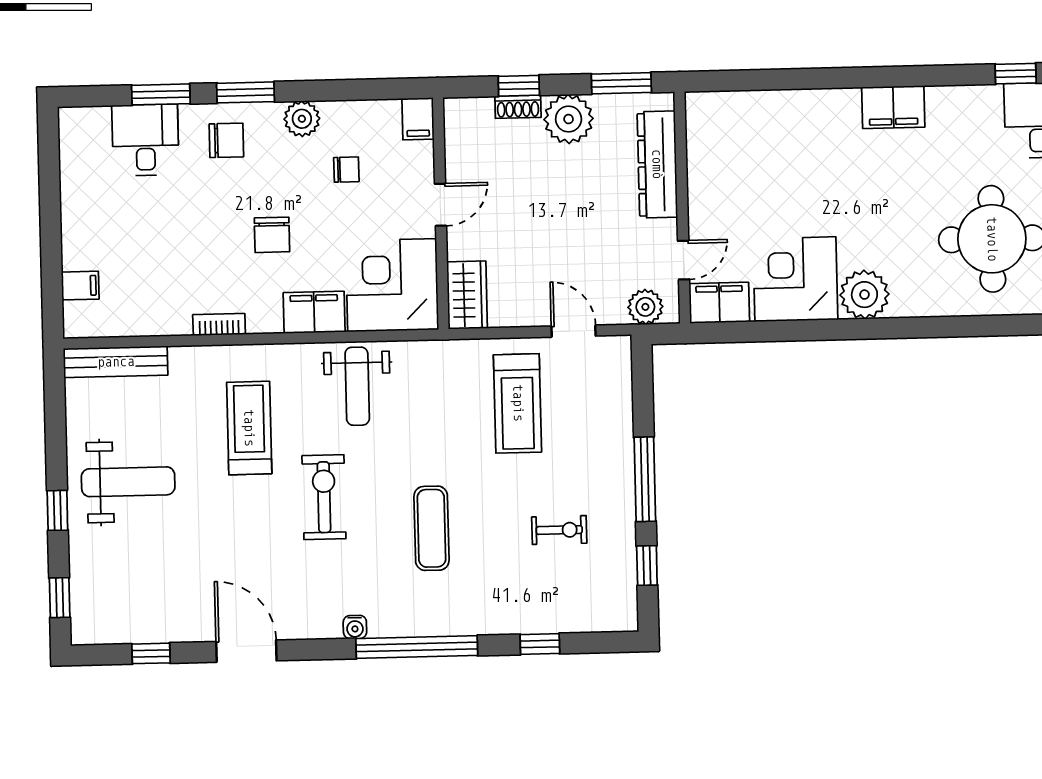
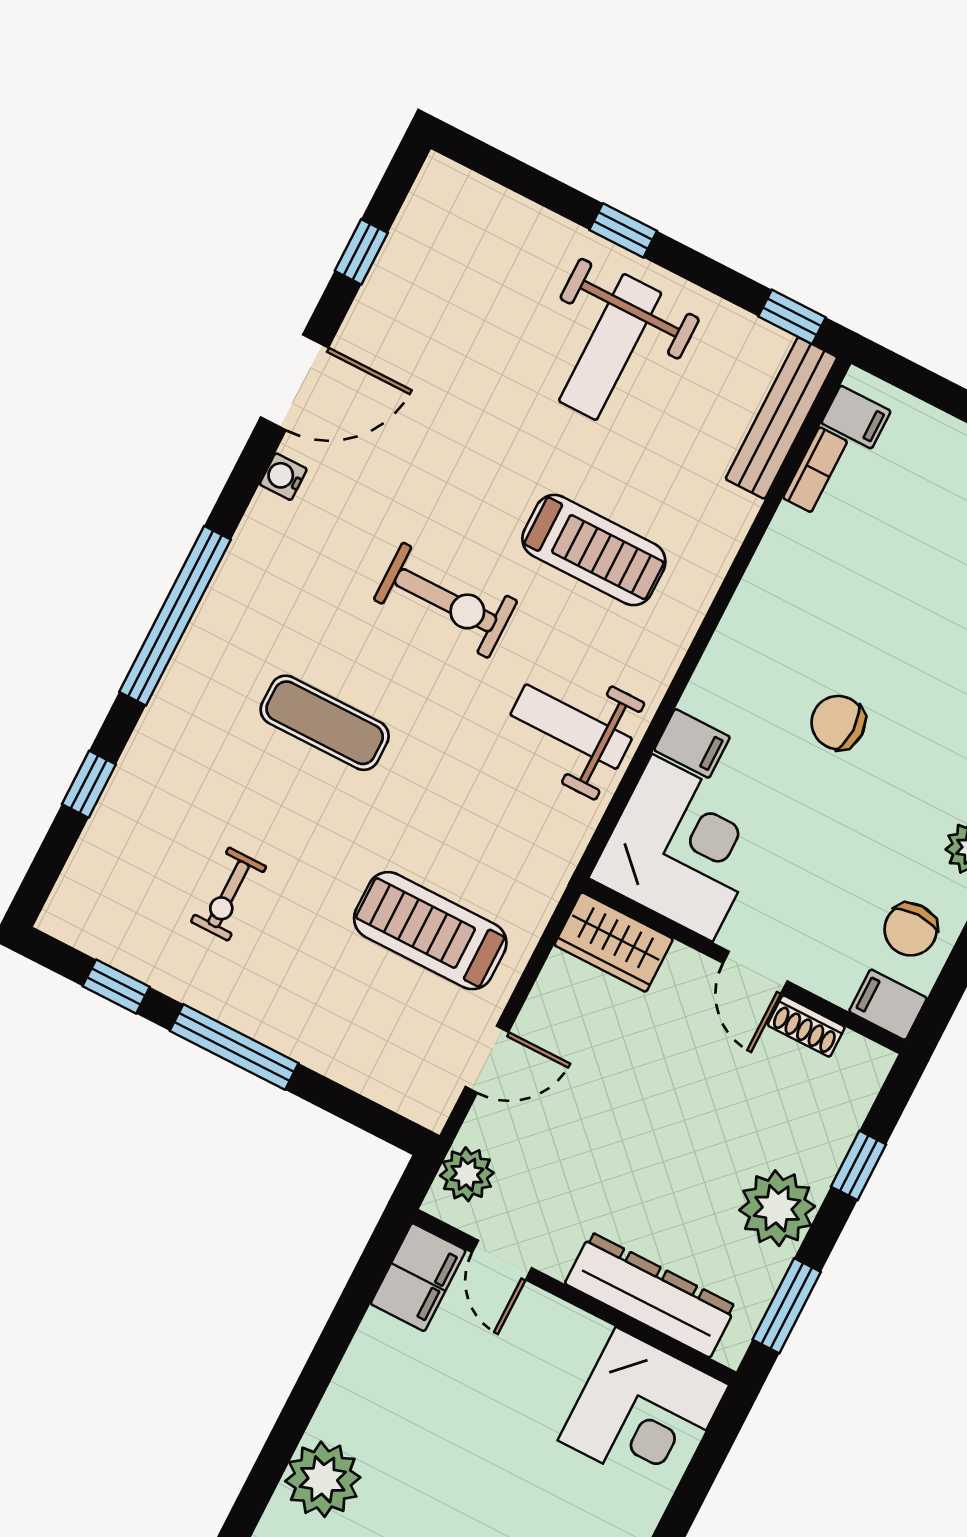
shoe rack: (518, 107) -> (806, 1026), moved, turned -90
chair: (346, 170) -> (911, 929), moved, width x1.37, depth x1.37
corner desk: (795, 279) -> (643, 1413), moved, turned 90
filing cabinet: (80, 286) -> (856, 417), moved, turned -90
filing cabinet: (314, 312) -> (692, 743), width x0.50
bookcase: (219, 324) -> (815, 470), moved
window: (60, 598) -> (792, 317), moved
water cooler: (355, 627) -> (283, 477), moved

